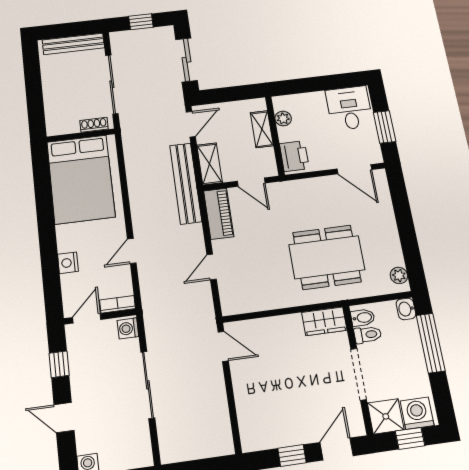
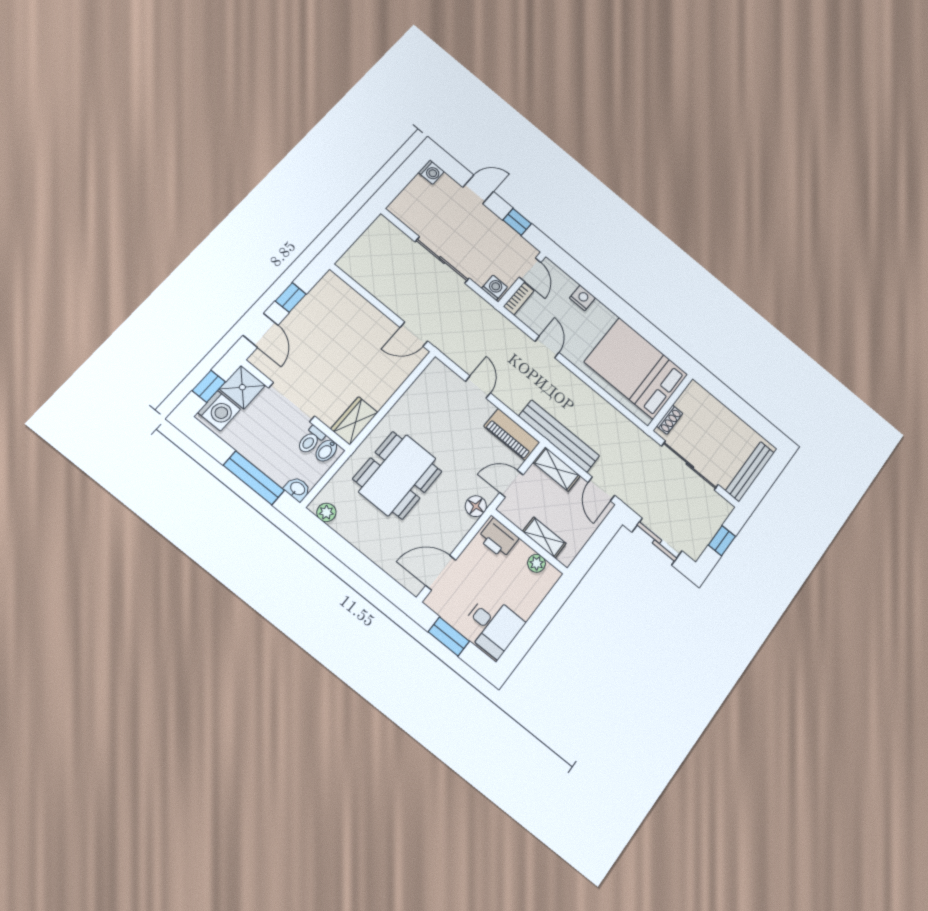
floor lamp: (290, 189) -> (476, 506), added

